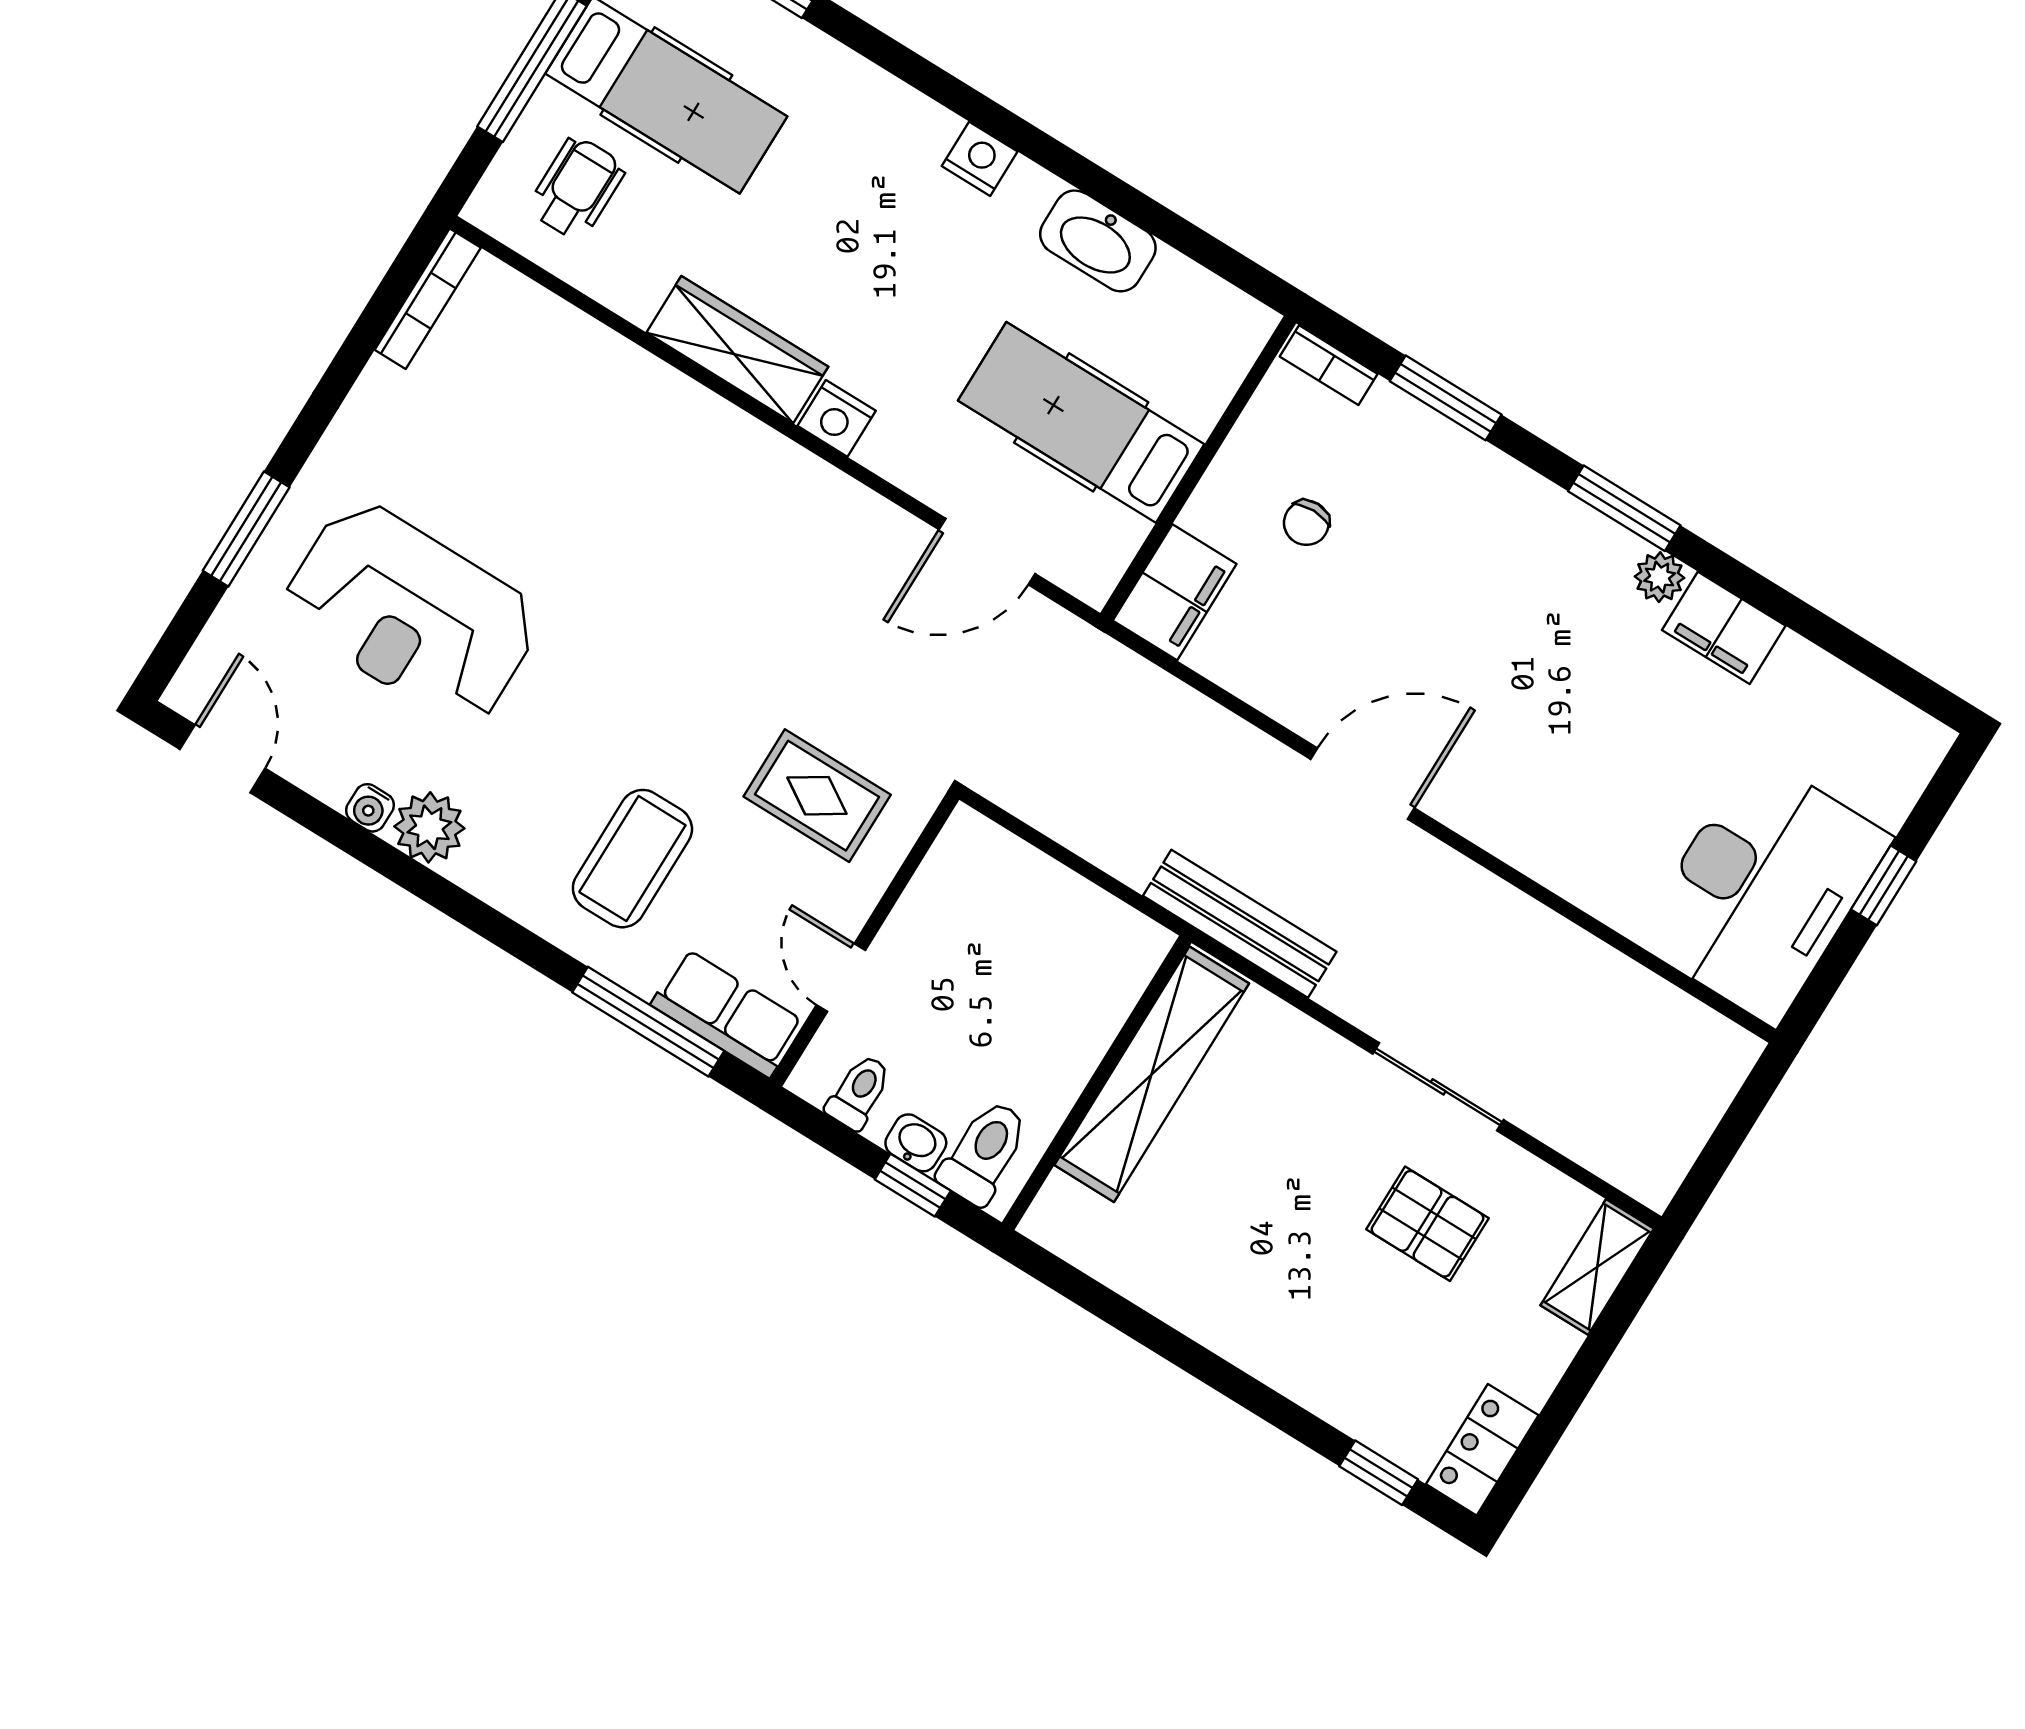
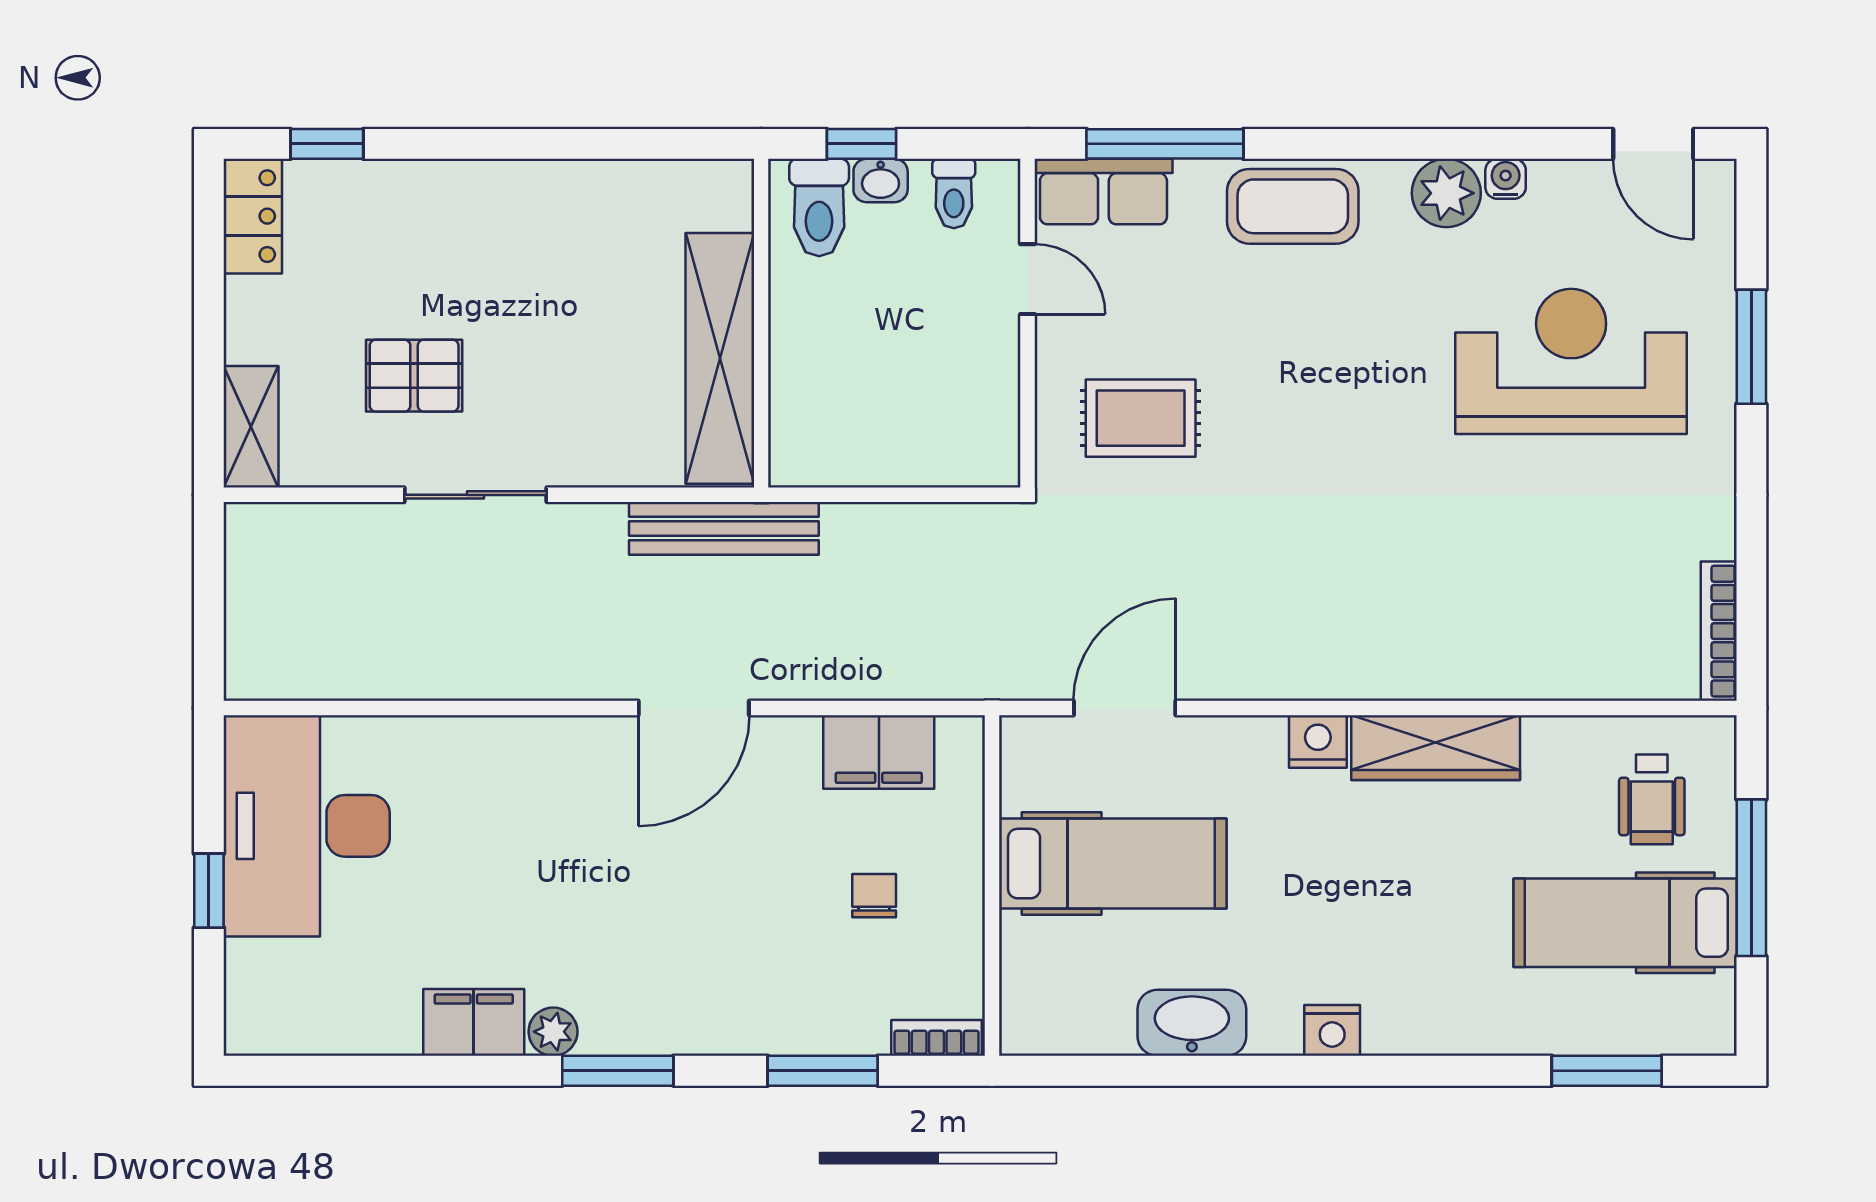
filing cabinet: (1175, 592) -> (879, 752), moved, turned -90
coffee table: (632, 859) -> (1293, 206), moved, turned 90

